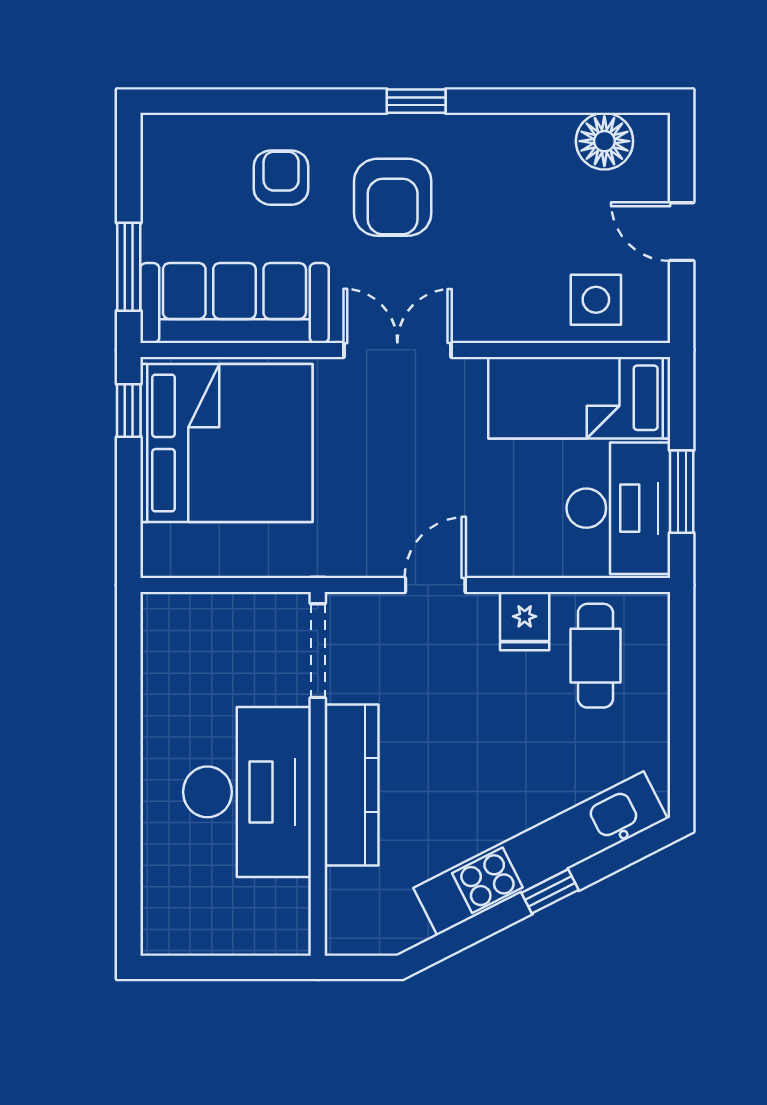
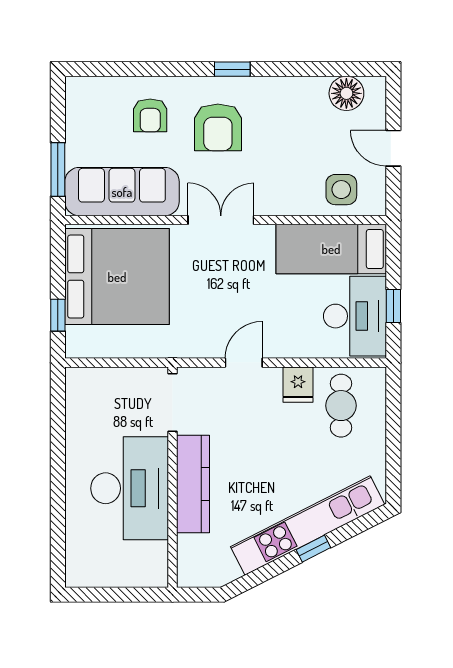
armchair: (281, 178) -> (150, 115), turned 180
window: (129, 411) -> (58, 315), moved
window: (682, 492) -> (393, 306), width x0.67

